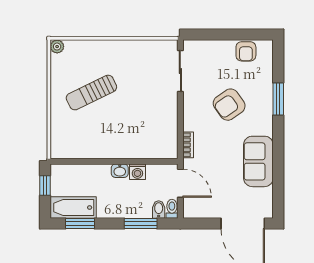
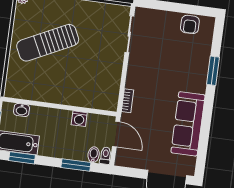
sun lounger: (91, 93) -> (48, 43), width x1.36, depth x1.34
armchair: (229, 105) -> (169, 70), removed
sofa: (258, 161) -> (188, 124), width x1.36
washbasin: (120, 171) -> (22, 110), moved

